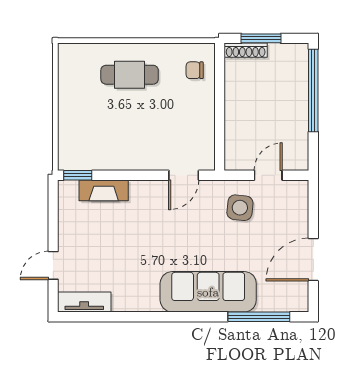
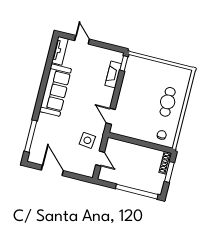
sofa: (208, 292) -> (55, 90), moved

